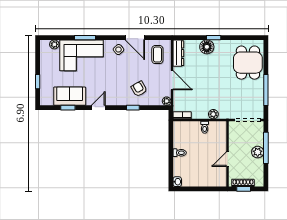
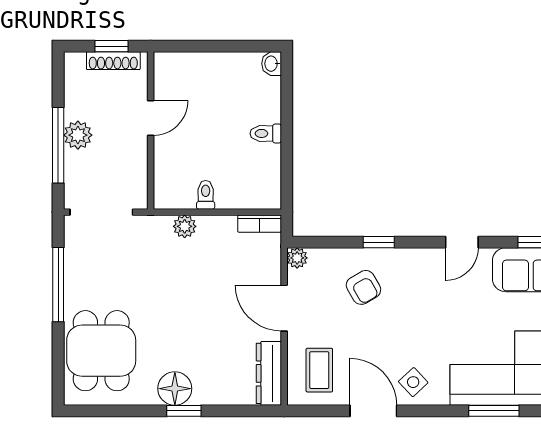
floor lamp: (207, 47) -> (175, 389), moved

